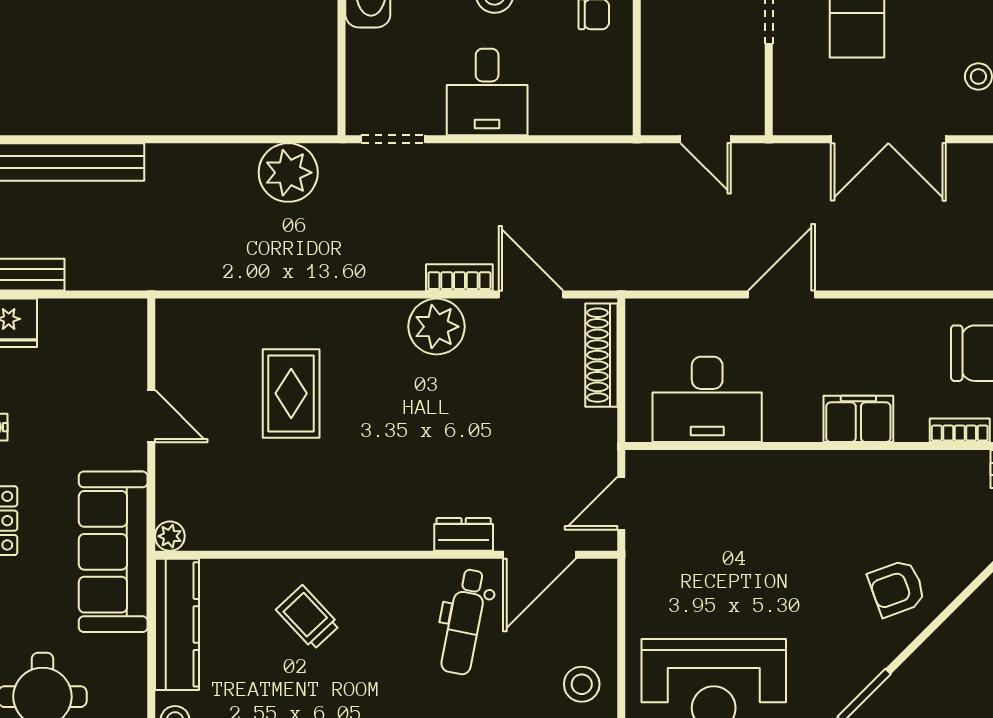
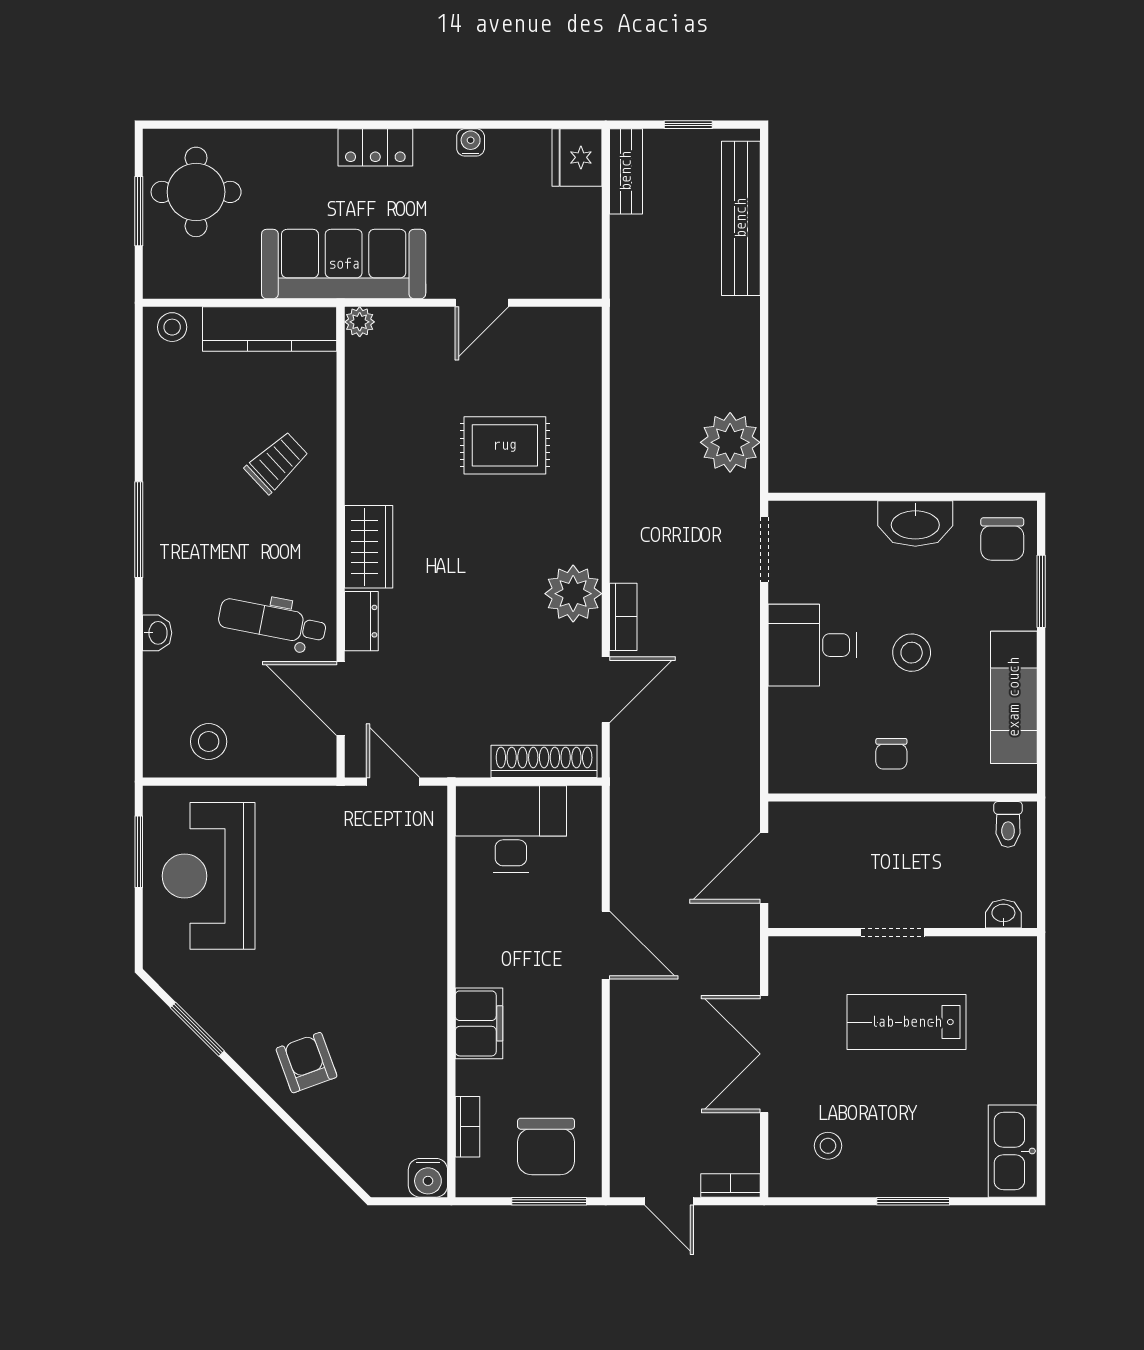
door: (706, 139) -> (764, 868), width x1.38
desk: (707, 399) -> (511, 829), moved, turned 90
wardrobe: (391, 527) -> (369, 547), added

